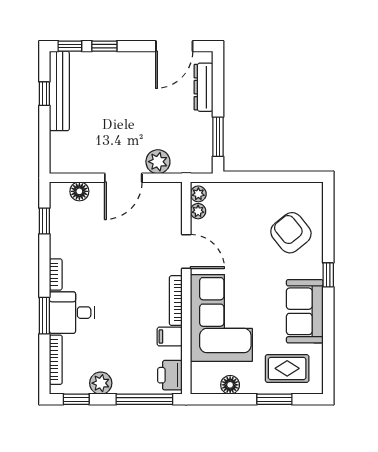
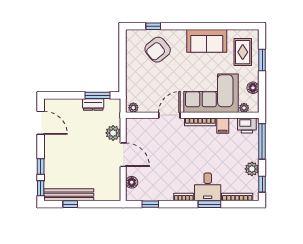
dresser: (203, 87) -> (93, 104), moved, width x0.70
plant: (198, 211) -> (244, 108), moved
window: (328, 275) -> (153, 26), moved

